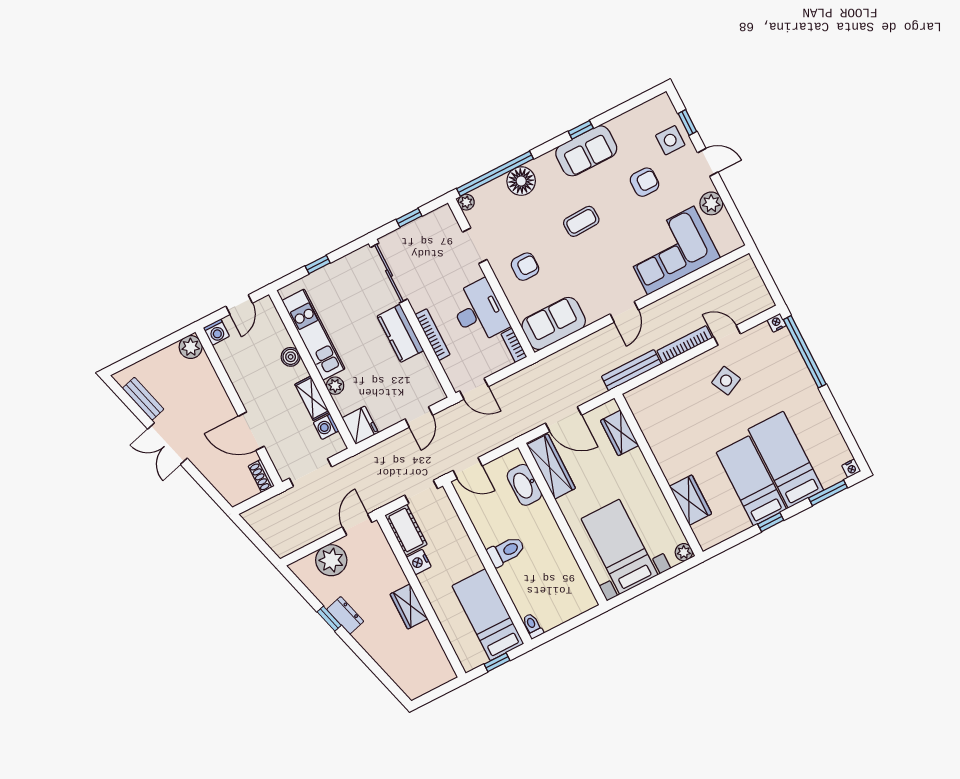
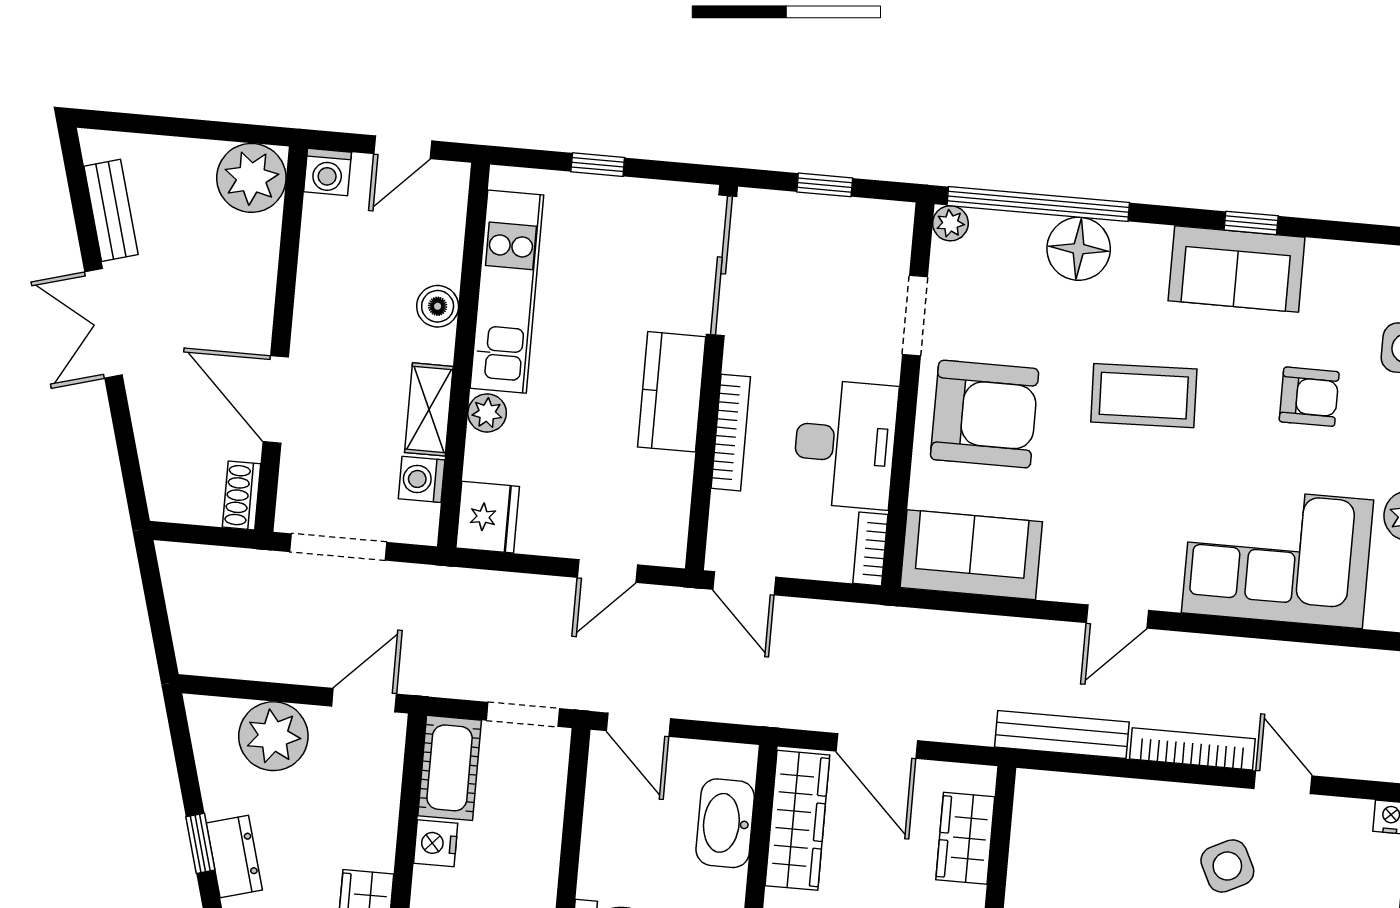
coffee table: (581, 221) -> (1144, 396), width x1.36, depth x1.30
armchair: (525, 267) -> (985, 414), width x1.88, depth x1.88
plant: (191, 347) -> (251, 178), width x1.36, depth x1.36

